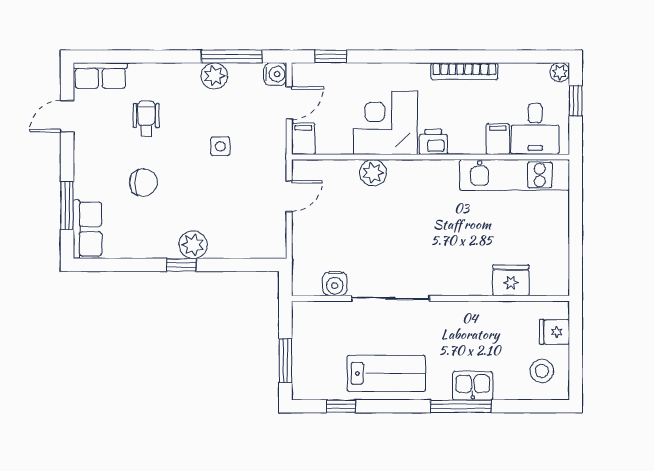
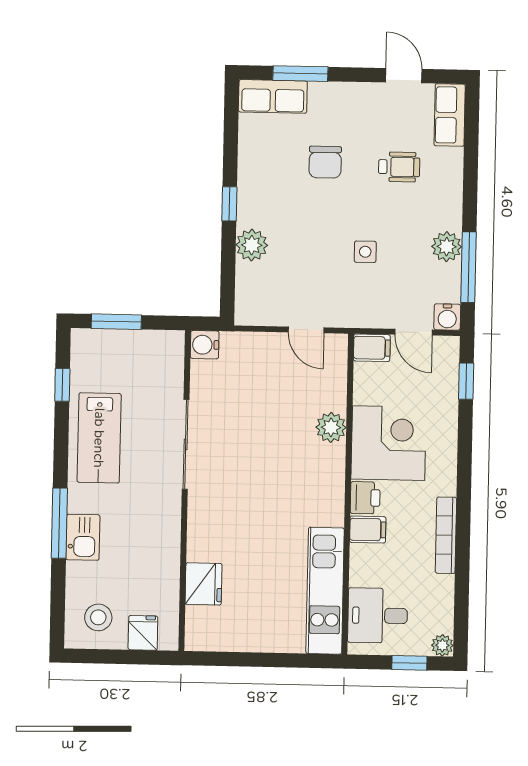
filing cabinet: (498, 139) -> (368, 530), moved
plant: (193, 245) -> (252, 245), moved
water cooler: (335, 284) -> (205, 345), moved

